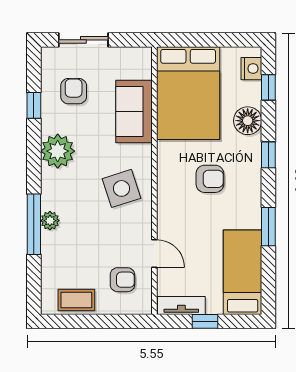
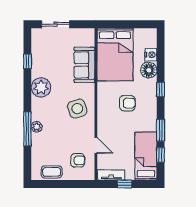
nightstand: (251, 69) -> (151, 55), moved
window: (268, 87) -> (161, 155), moved
armchair: (74, 91) -> (50, 53), removed

